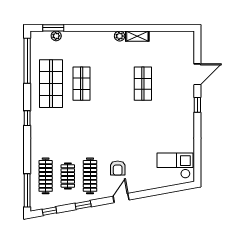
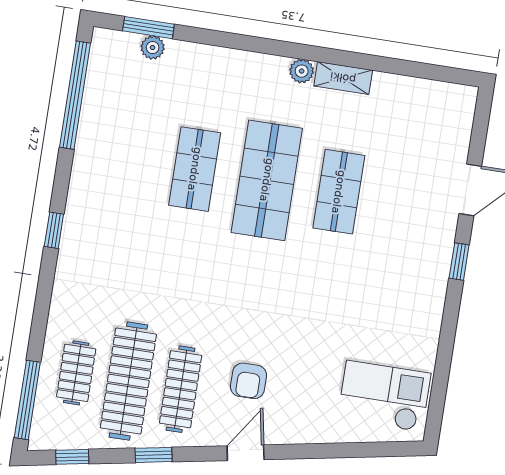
shop shelf: (51, 84) -> (267, 180), moved
clothes rail: (46, 176) -> (76, 373), width x0.73
clothes rail: (68, 176) -> (128, 381), width x1.86, depth x1.31

